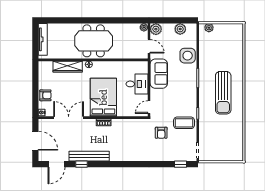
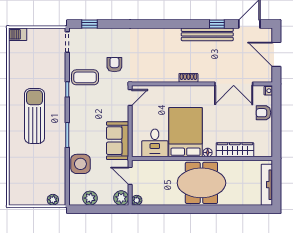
desk: (137, 84) -> (155, 143), moved, turned -90
bed: (103, 97) -> (186, 132), moved, turned 180
barbecue: (236, 156) -> (18, 34), added

